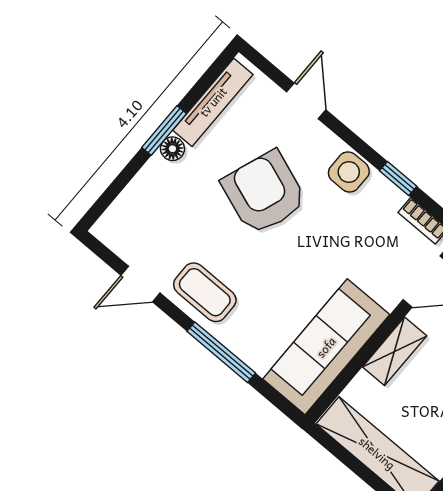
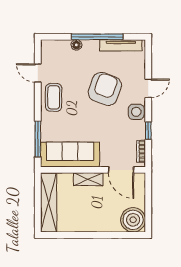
door: (306, 101) -> (148, 88), moved
window: (164, 130) -> (97, 37), width x2.11
floor lamp: (172, 149) -> (76, 45), moved
window: (221, 352) -> (38, 139), moved

